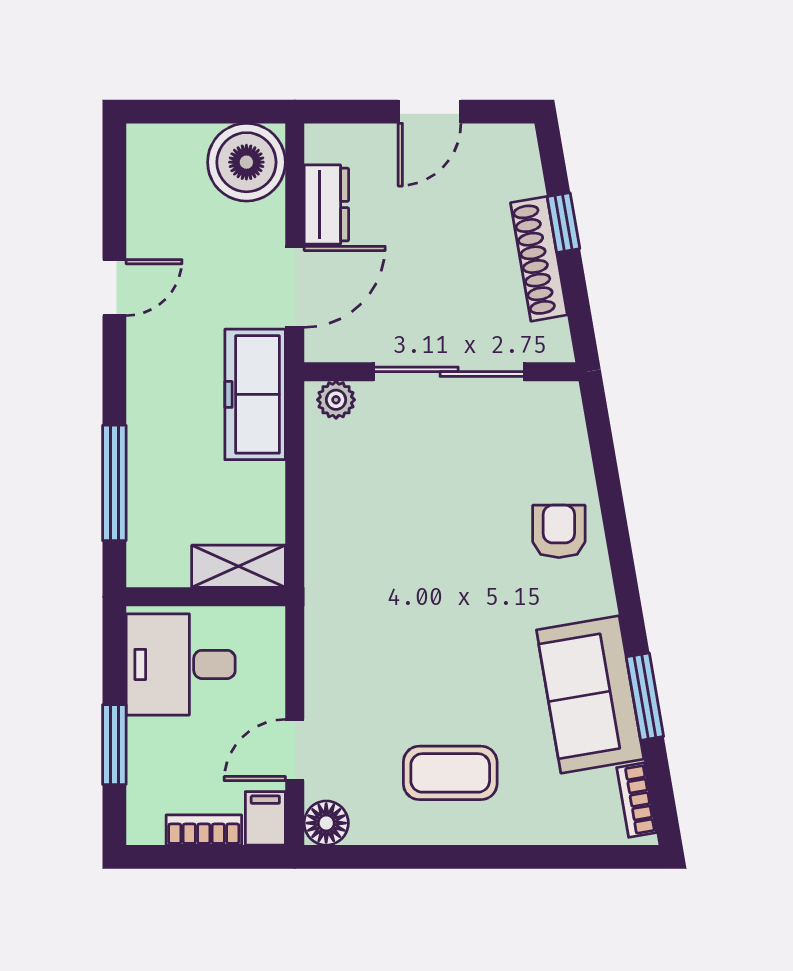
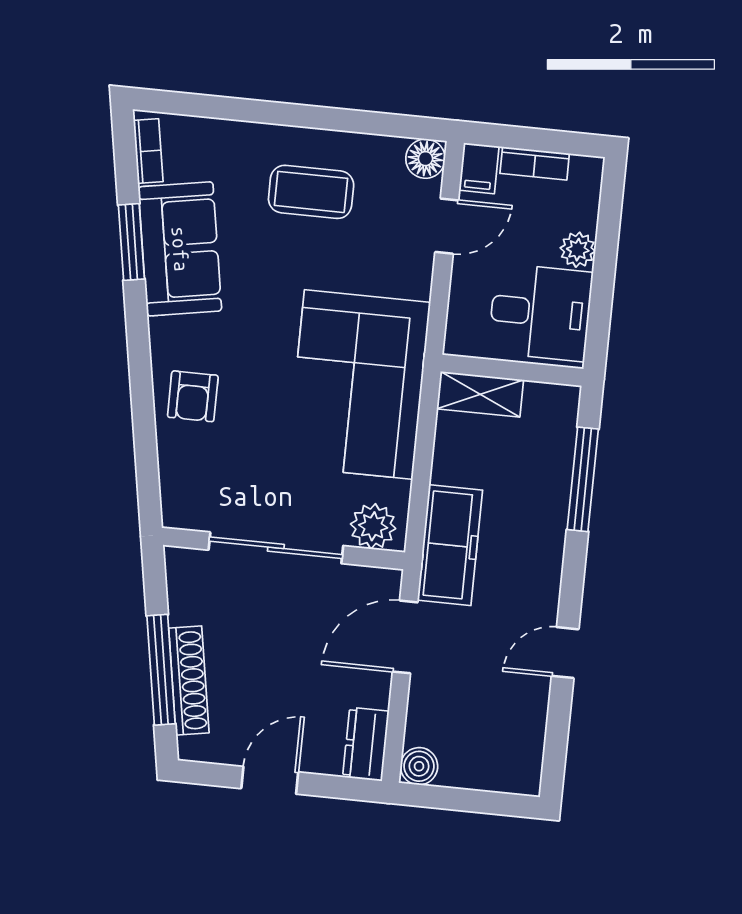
boiler: (246, 162) -> (419, 766), width x0.54, depth x0.54
dresser: (326, 205) -> (366, 744), moved
window: (563, 223) -> (161, 670), width x2.17
shoe rack: (539, 259) -> (189, 681), moved
plant: (336, 400) -> (373, 526), width x1.38, depth x1.38
corner sofa: (375, 563) -> (359, 384), added
plant: (146, 739) -> (578, 250), added
window: (114, 745) -> (606, 247), removed

